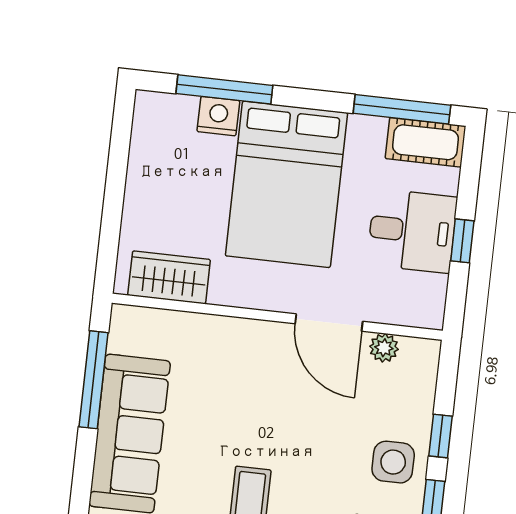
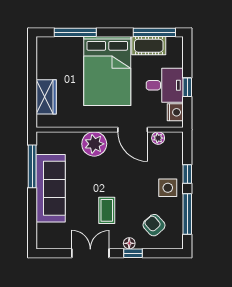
nightstand: (218, 116) -> (175, 112), moved, turned 90
cot: (426, 142) -> (149, 46), moved
wardrobe: (169, 277) -> (46, 97), moved, turned 90
plant: (239, 345) -> (94, 144), added

